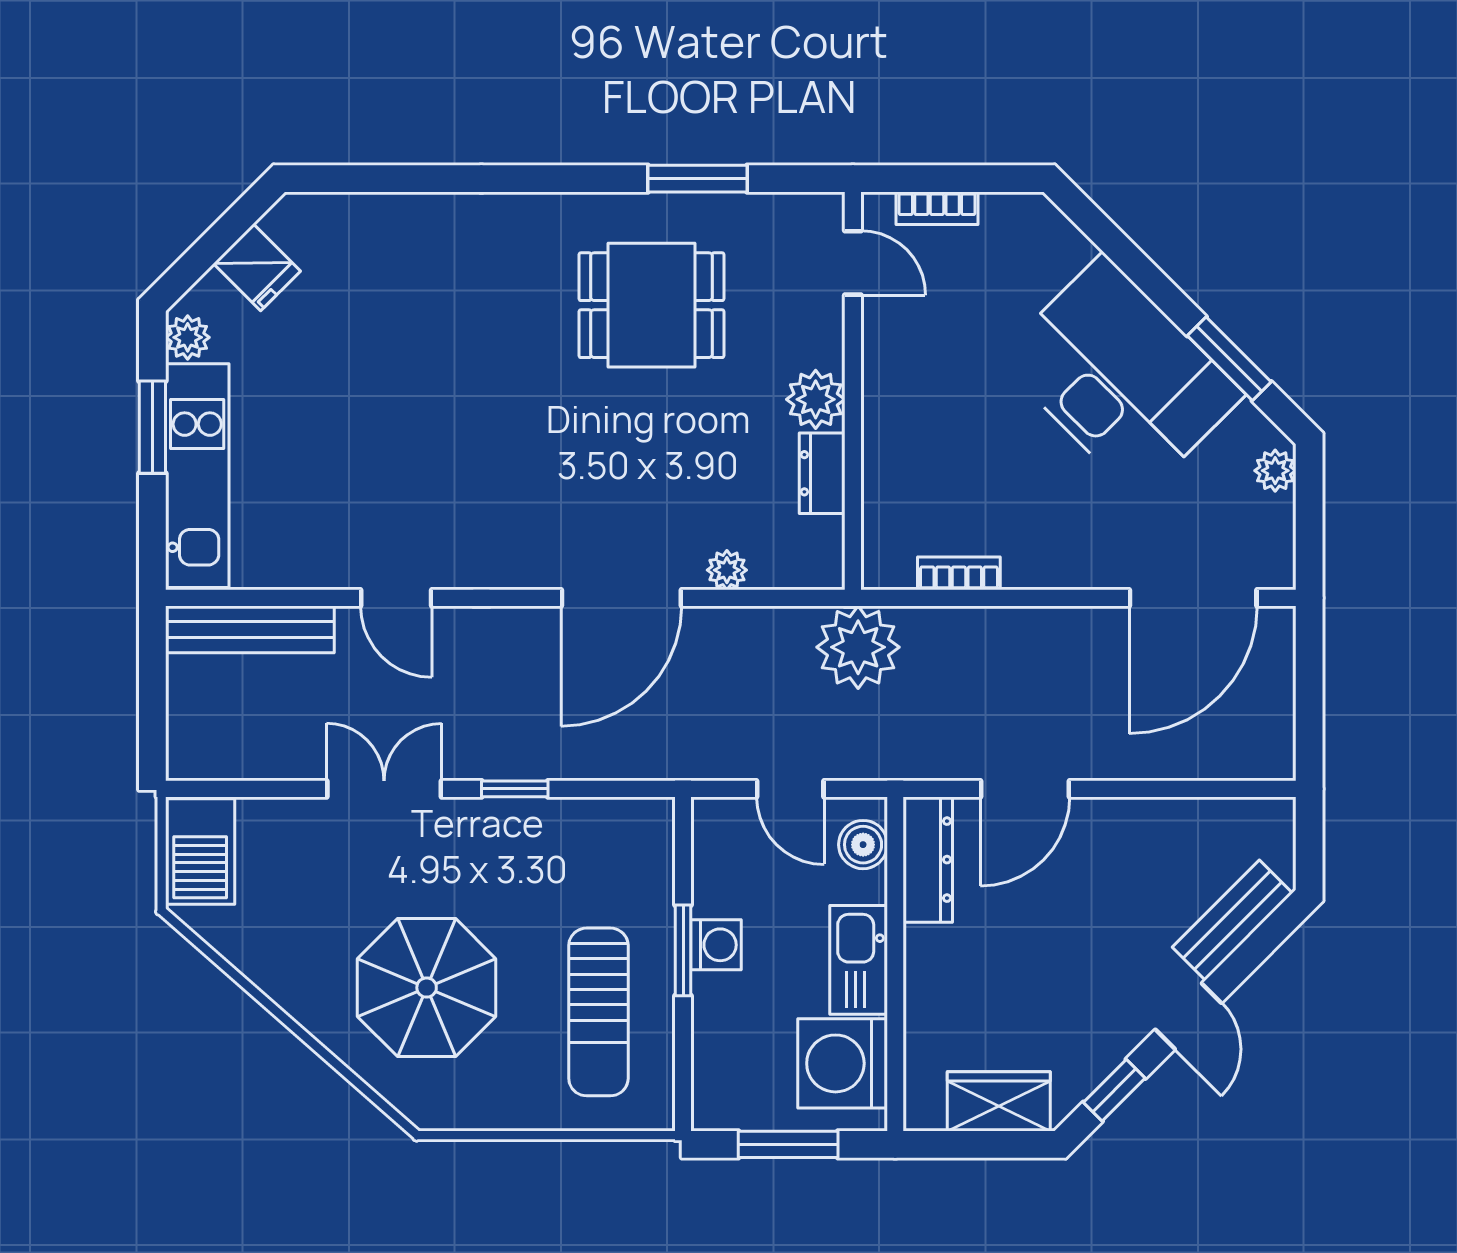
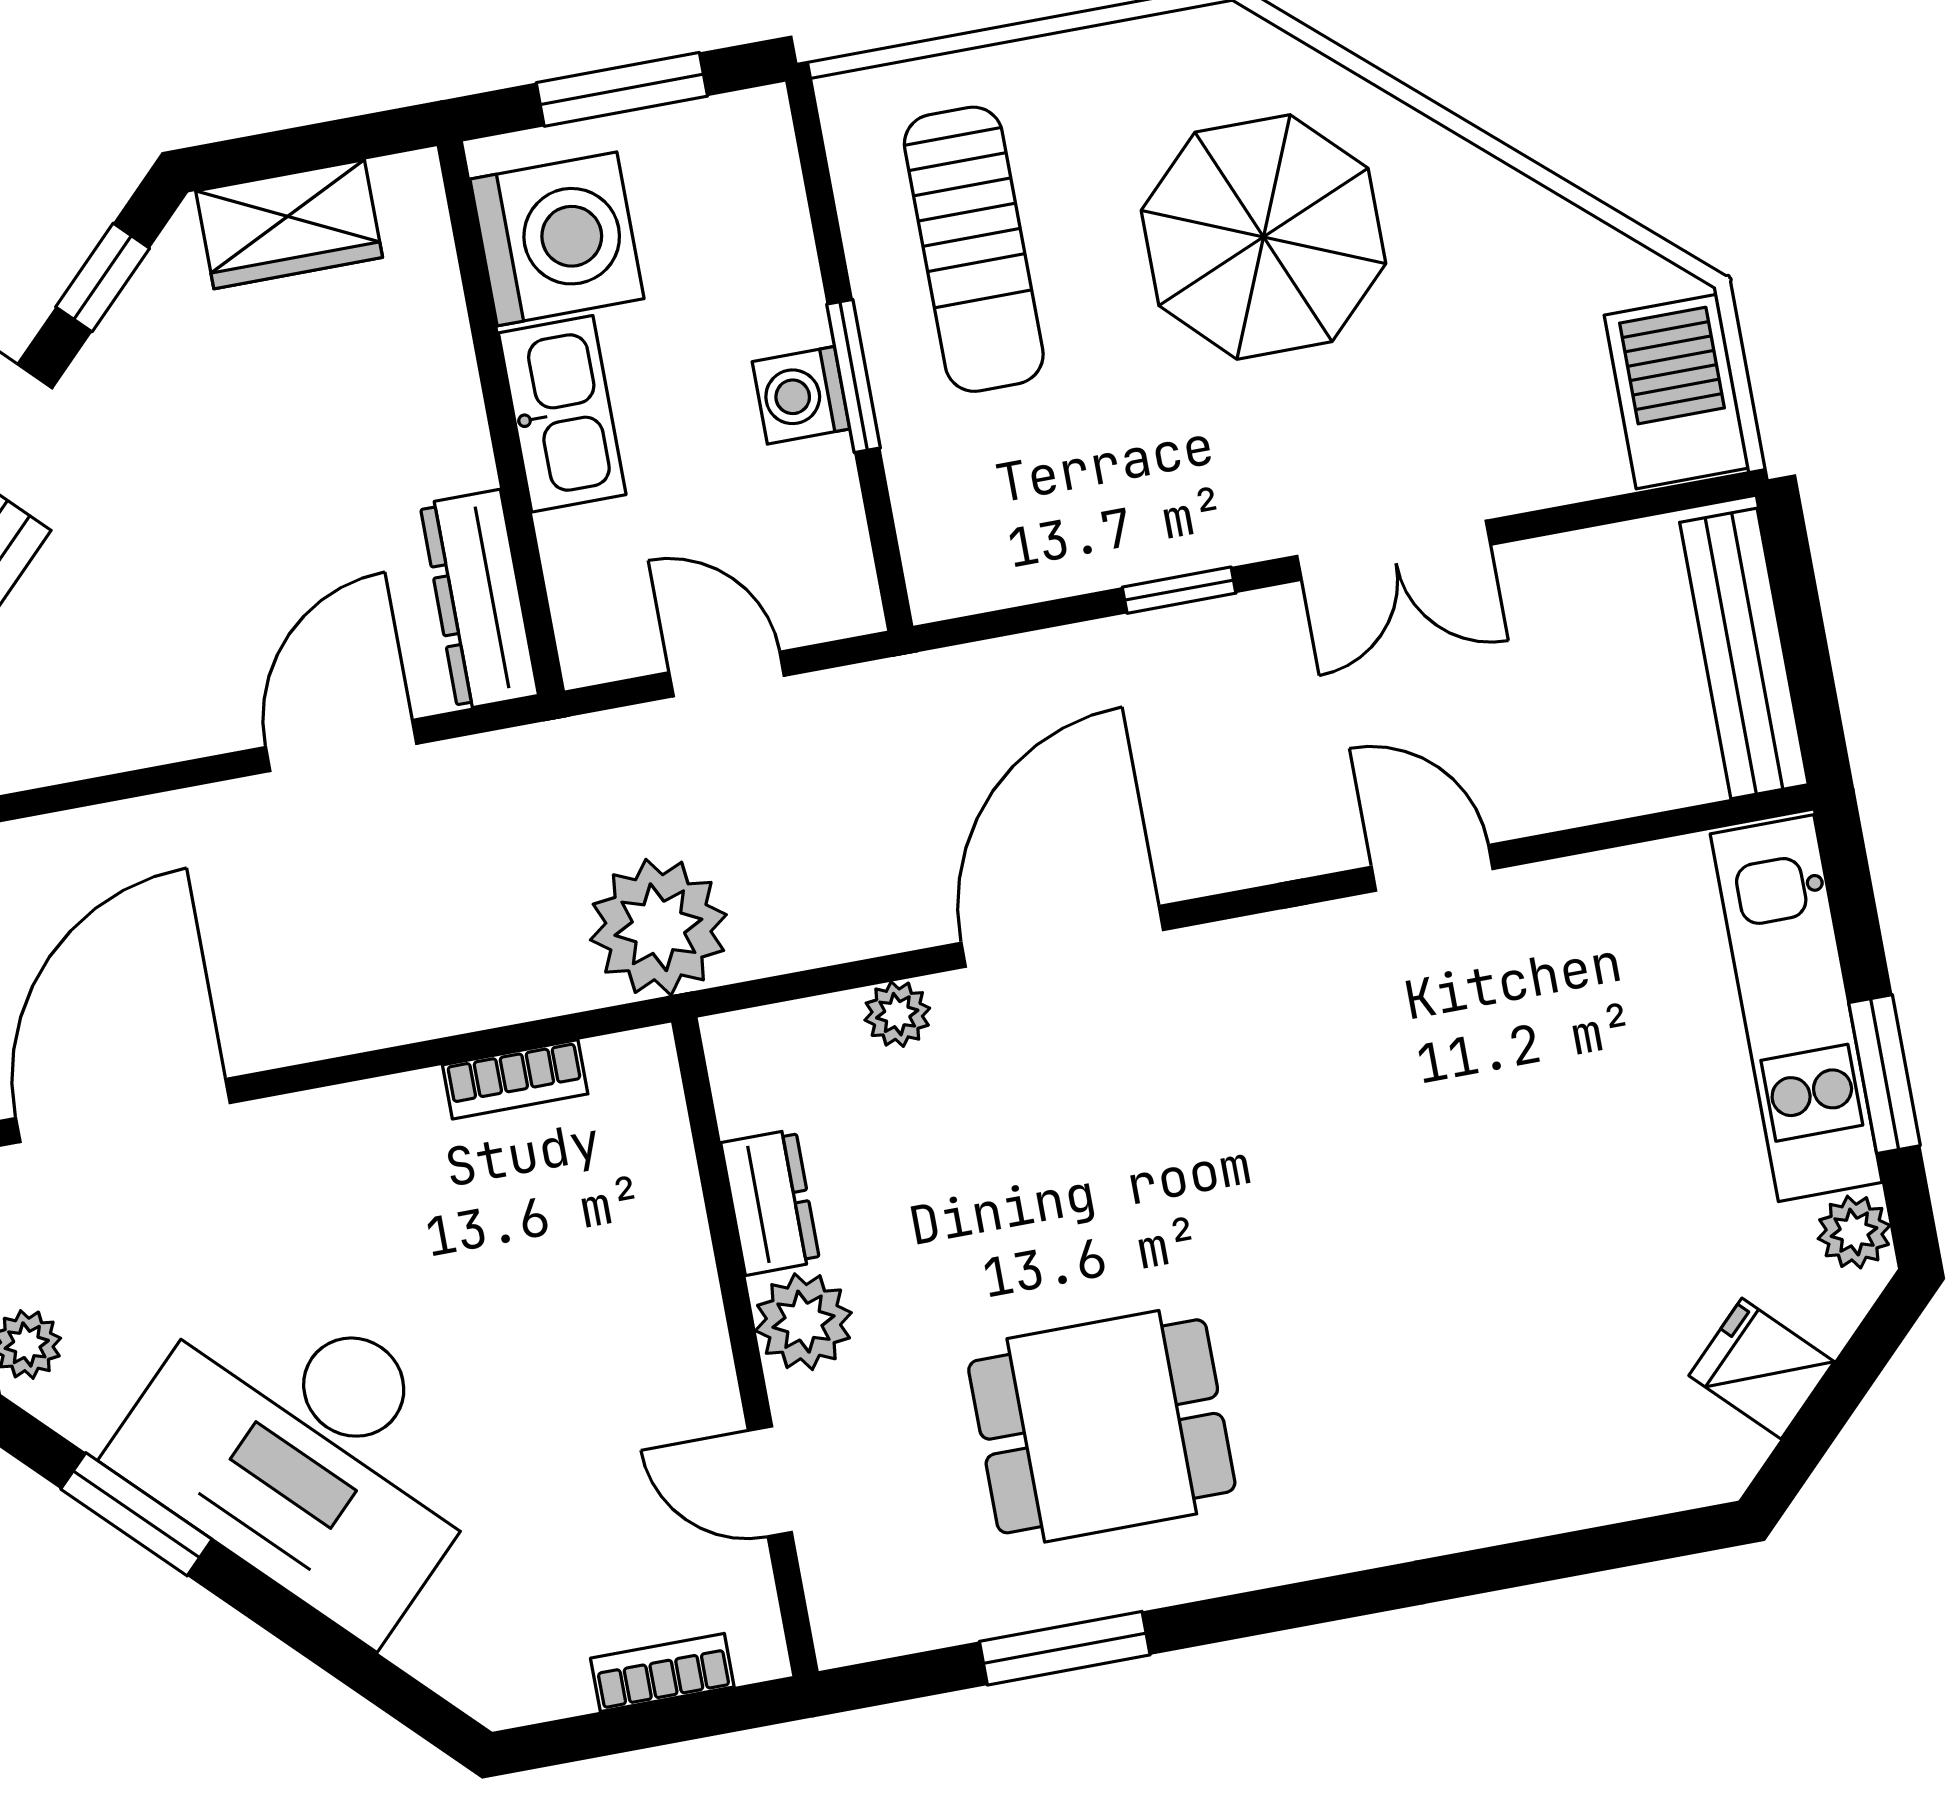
door: (853, 263) -> (770, 1481), moved
bench: (250, 629) -> (1744, 653), moved, turned 90
boiler: (863, 845) -> (590, 605), removed
sun lounger: (598, 1012) -> (974, 249), turned 180

